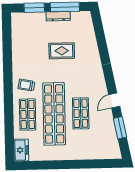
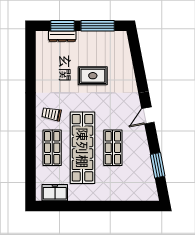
dresser: (58, 16) -> (62, 36), moved
door: (114, 100) -> (148, 115), moved
freezer: (21, 150) -> (55, 193), moved, turned -90

